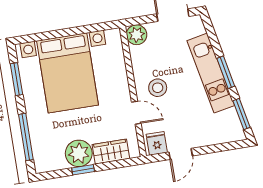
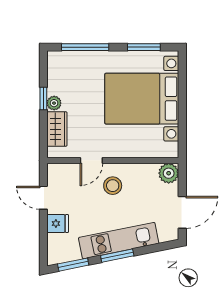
fridge: (157, 143) -> (58, 224), moved
plant: (79, 153) -> (54, 103), width x0.53, depth x0.53

